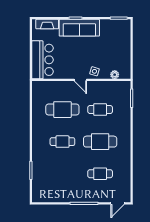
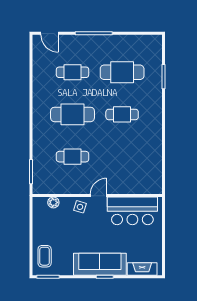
coffee table: (121, 34) -> (45, 256), added
bar counter: (42, 60) -> (132, 211), moved, turned -90
door: (80, 80) -> (98, 196), hinge flipped
cafe table: (62, 110) -> (122, 72), moved
door: (118, 203) -> (50, 33), swing flipped

